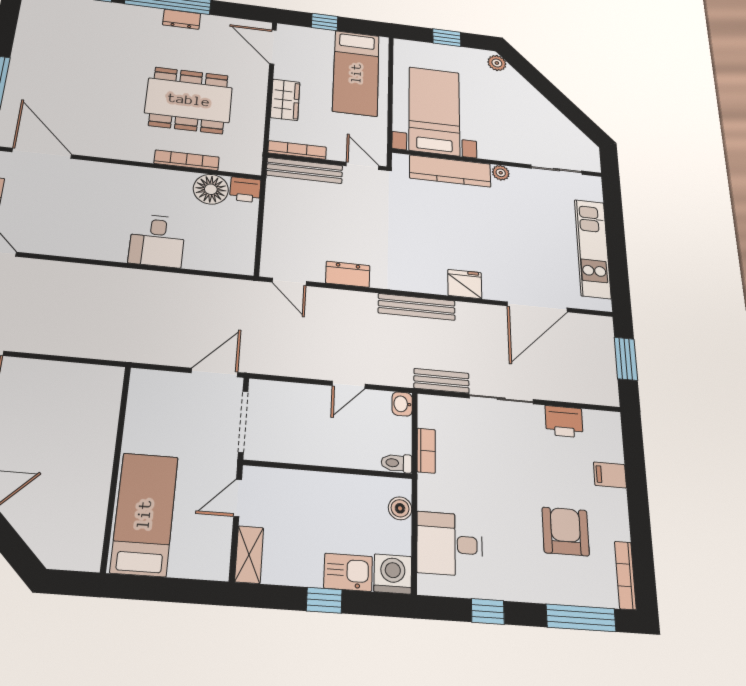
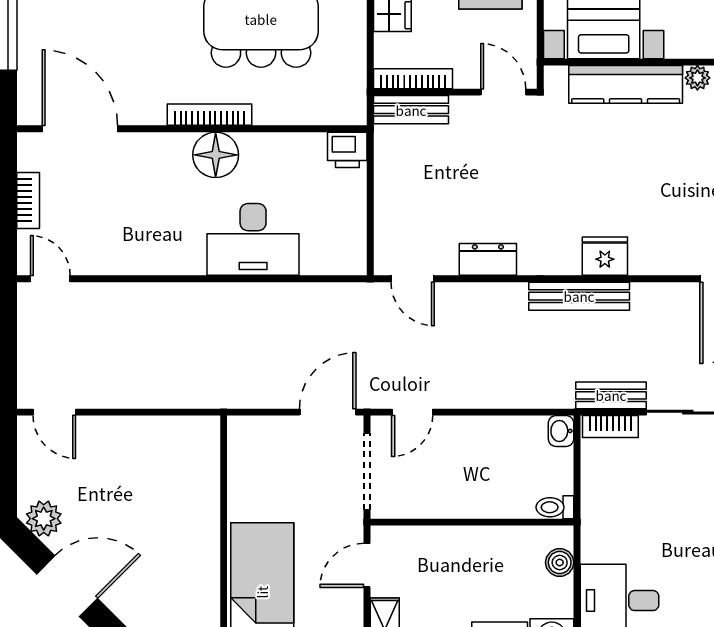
bookcase: (187, 160) -> (210, 115), moved
bench: (305, 170) -> (411, 110), width x0.73
floor lamp: (211, 189) -> (216, 155), moved
desk: (157, 241) -> (253, 239), width x1.37
fridge: (465, 284) -> (605, 256), moved
door: (349, 385) -> (412, 412), moved
bookcase: (426, 451) -> (610, 427), moved, turned 90

